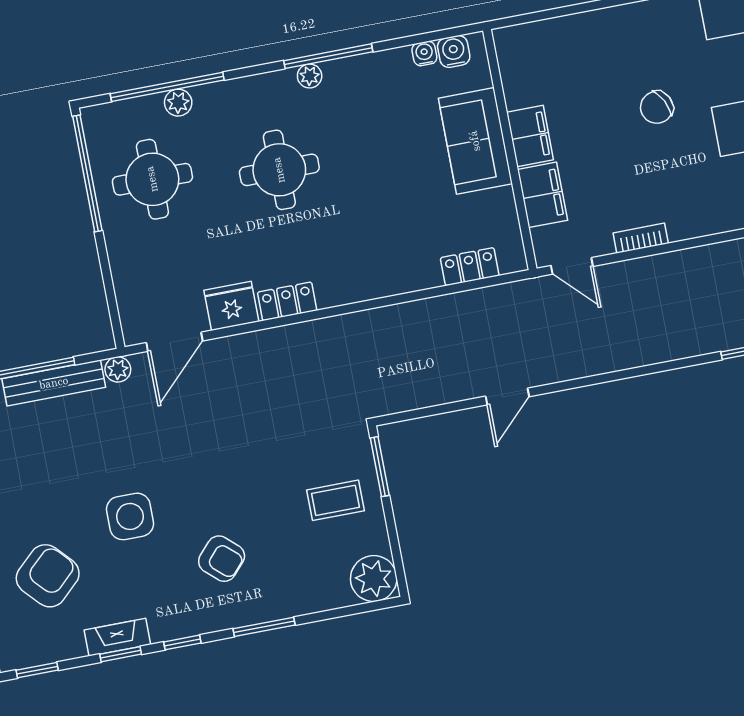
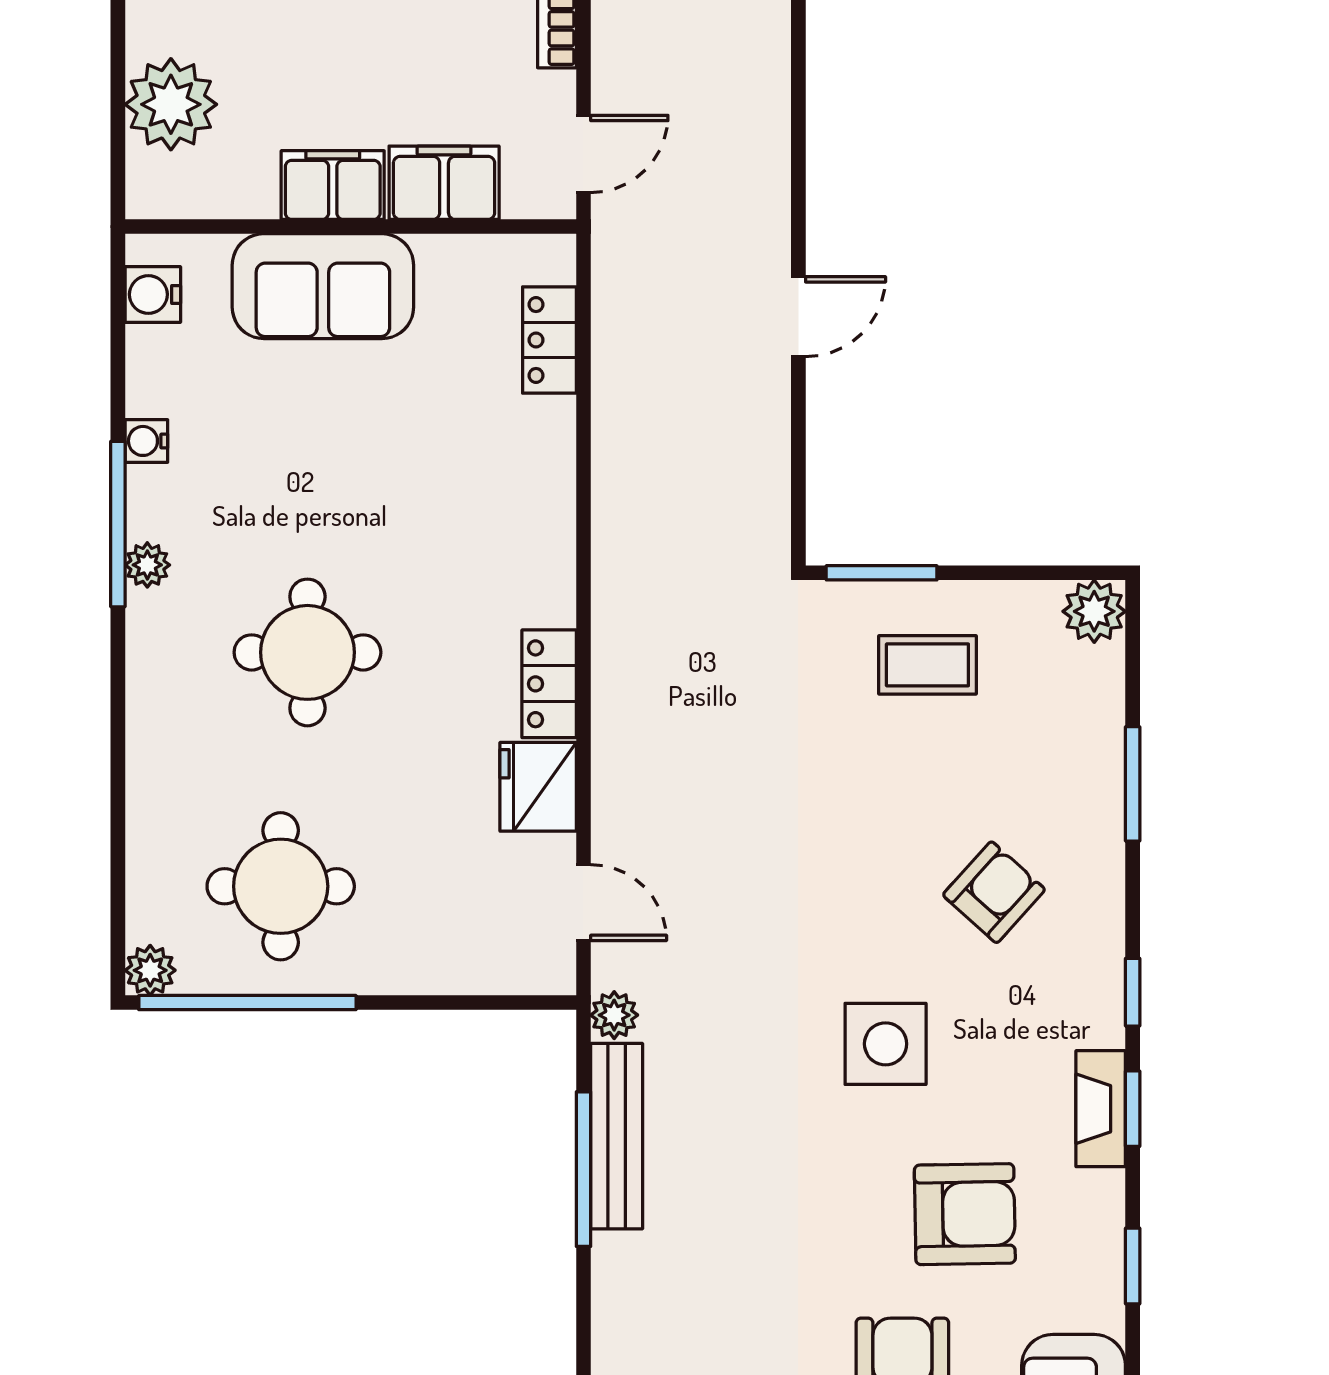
plant: (557, 42) -> (171, 104), added
water cooler: (424, 54) -> (146, 441), moved
window: (167, 87) -> (118, 827), removed
plant: (178, 103) -> (150, 970), moved
door: (174, 342) -> (583, 903), width x0.73
door: (507, 396) -> (798, 317), hinge flipped
coffee table: (336, 500) -> (927, 665), turned 90
armchair: (48, 576) -> (965, 1214), turned 132
plant: (374, 579) -> (1094, 611), width x0.73, depth x0.73
window: (264, 627) -> (1133, 784), moved

